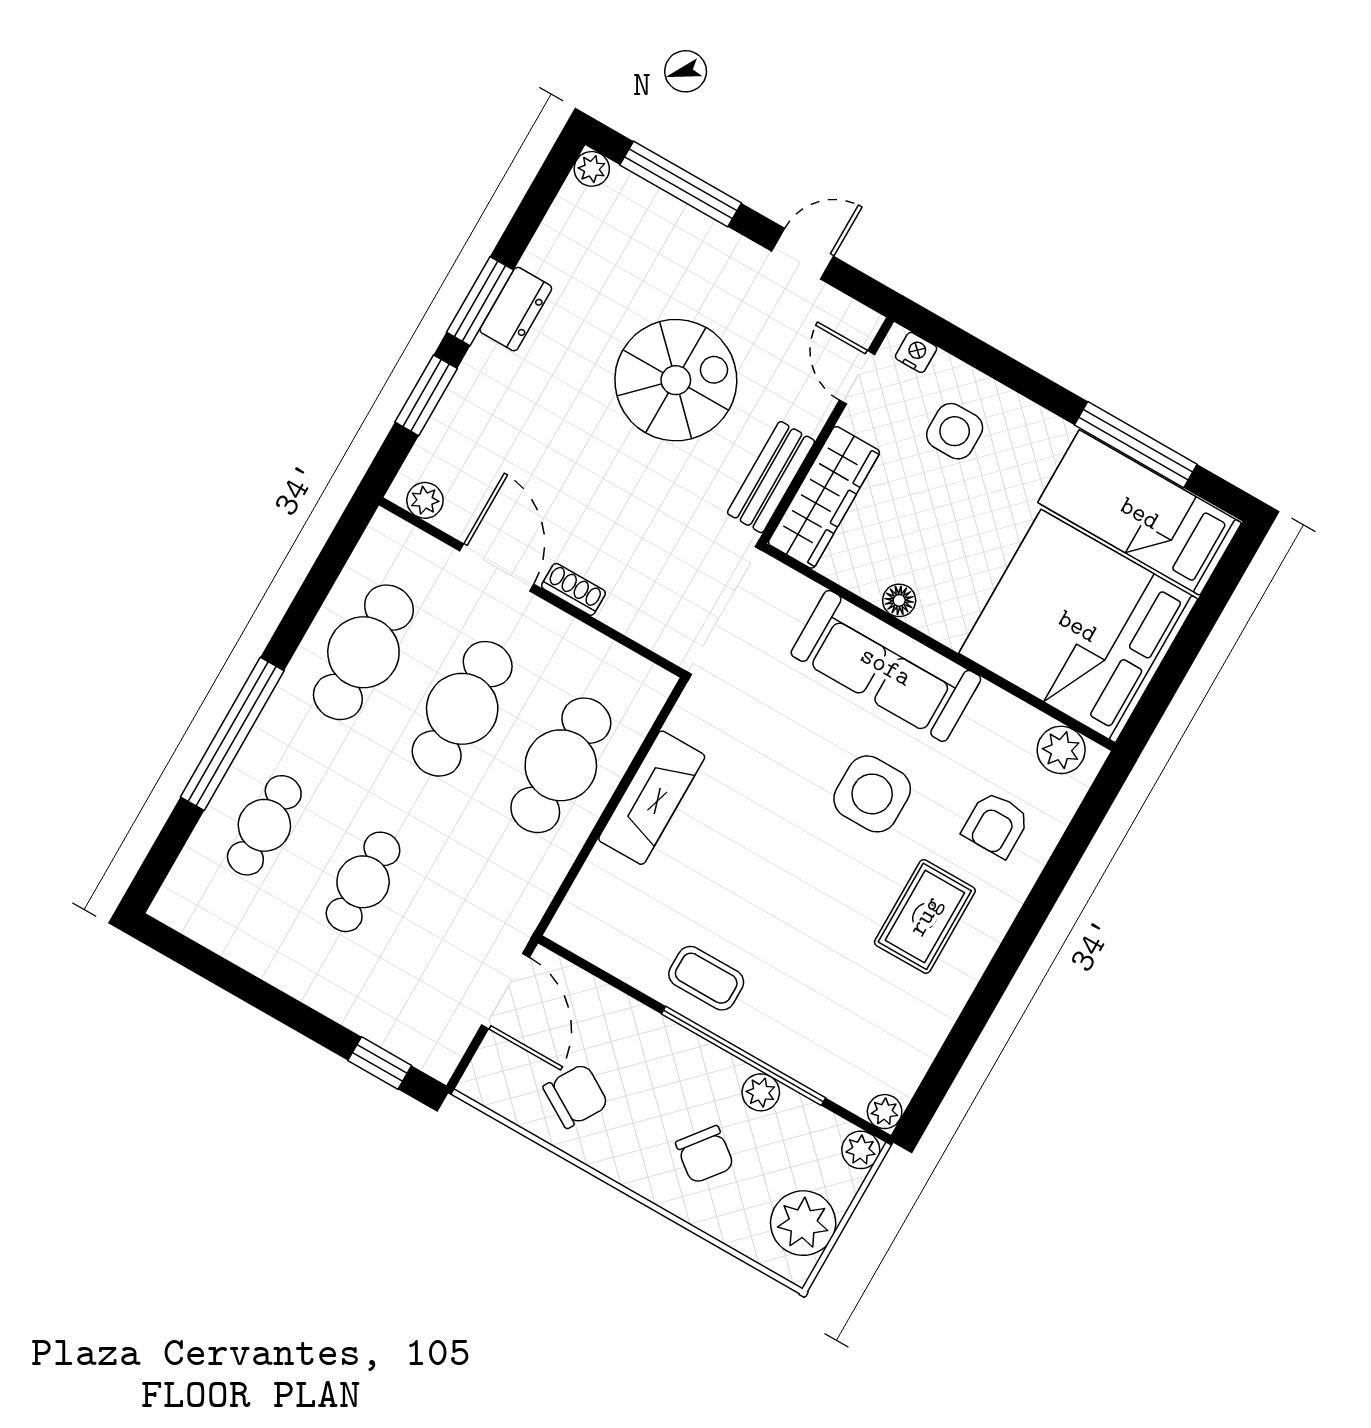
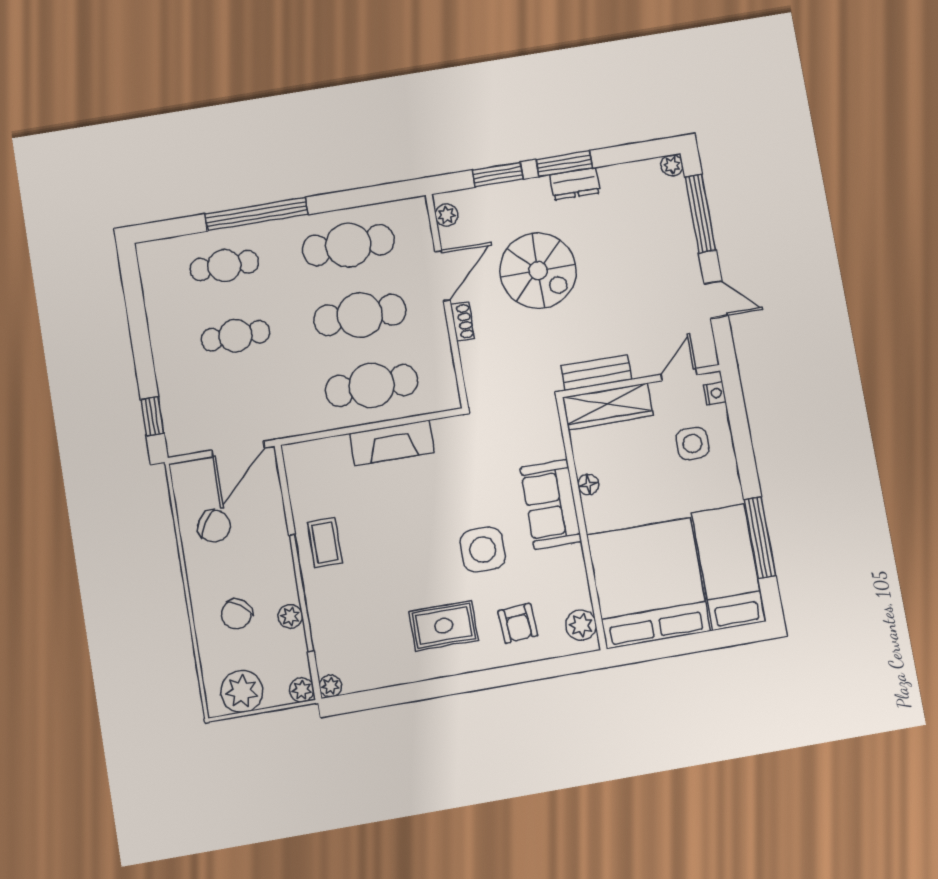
spiral stairs: (676, 380) -> (538, 271), moved
sofa: (886, 666) -> (551, 504), width x0.73
armchair: (996, 824) -> (518, 623), turned -94

